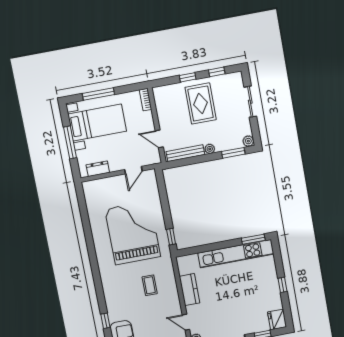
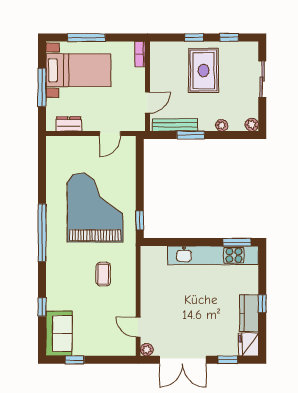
door: (159, 139) -> (147, 103), swing flipped
plant: (210, 149) -> (222, 125), moved
window: (233, 153) -> (191, 135), moved
window: (94, 261) -> (42, 233), added
kitchen counter: (189, 290) -> (249, 313), moved, turned 180

